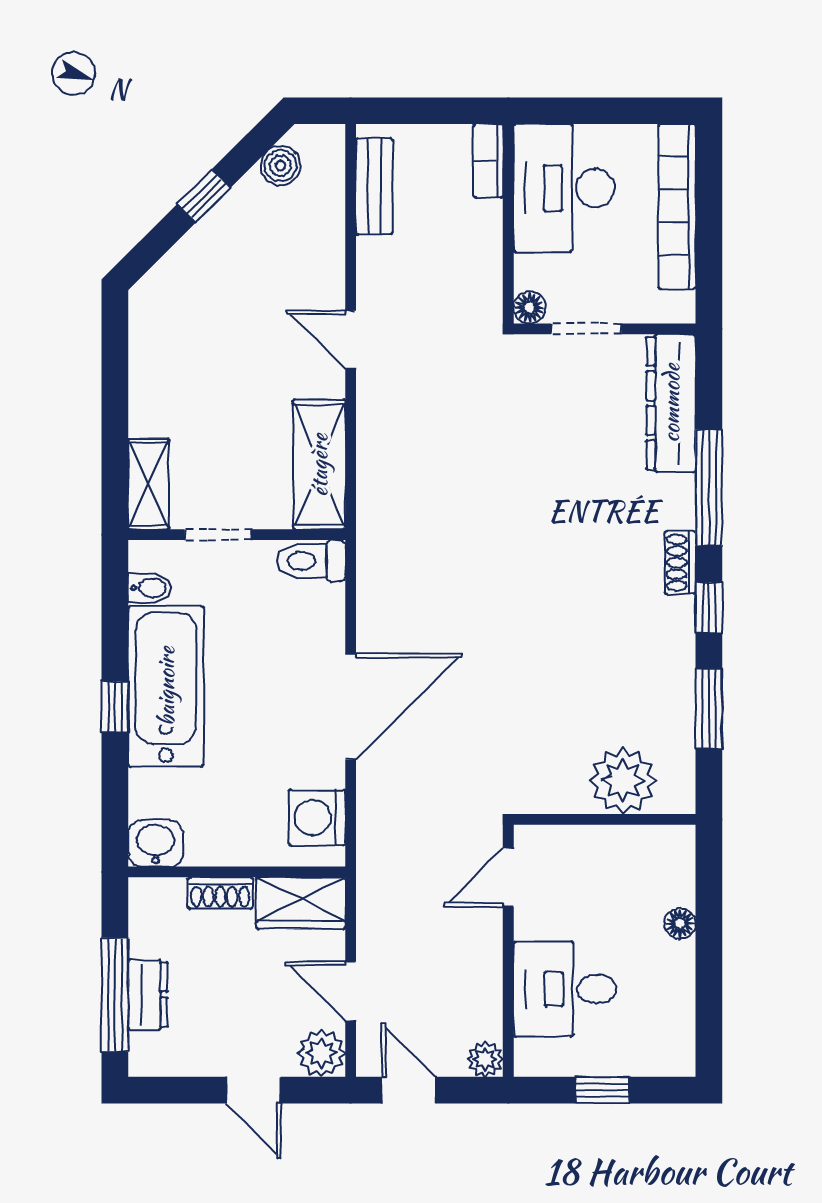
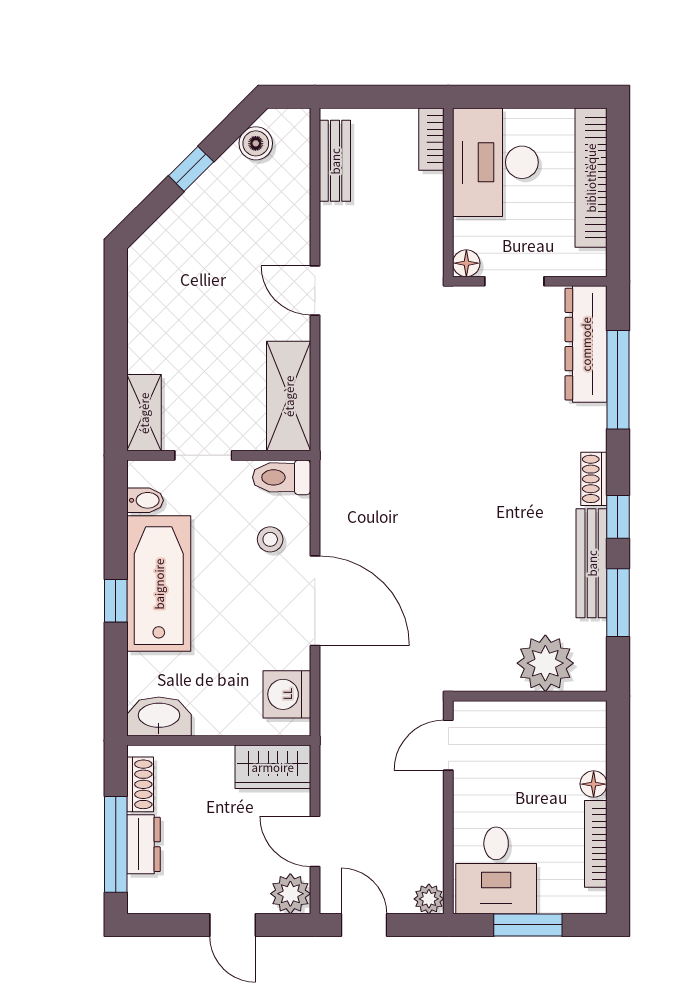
window: (709, 488) -> (618, 380), moved
stool: (298, 634) -> (270, 539), added
bench: (678, 662) -> (592, 563), added
door: (351, 707) -> (315, 601), hinge flipped
washbasin: (155, 843) -> (159, 716), width x1.38
shoe rack: (220, 893) -> (140, 784), moved, turned -90
desk: (565, 989) -> (496, 870), moved, turned -90
bookcase: (683, 994) -> (596, 844), added
window: (602, 1090) -> (528, 925), width x1.50

